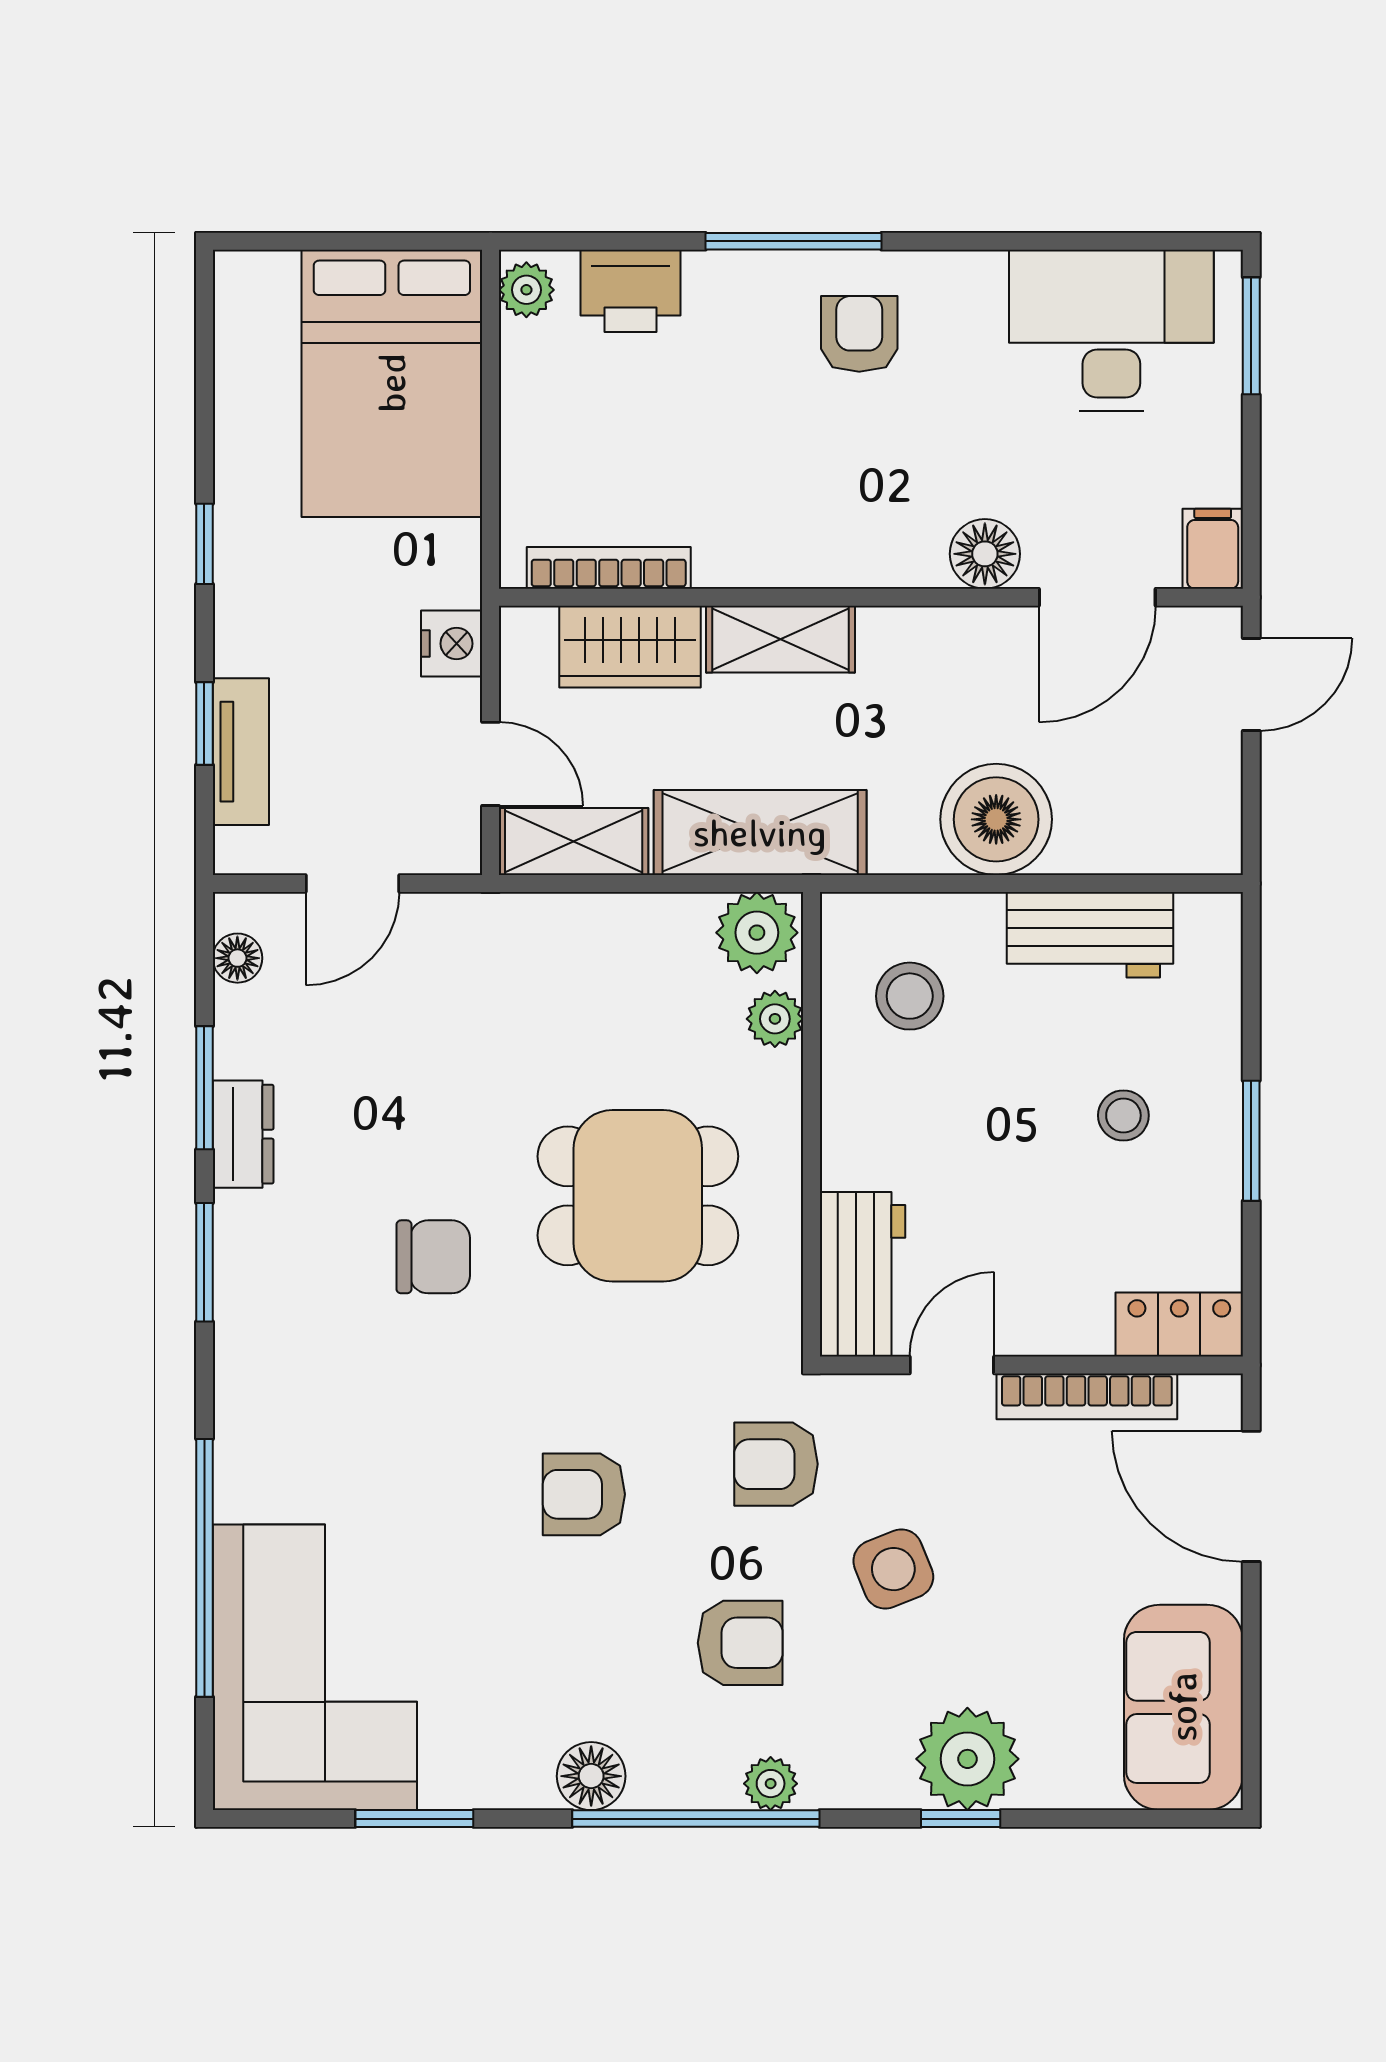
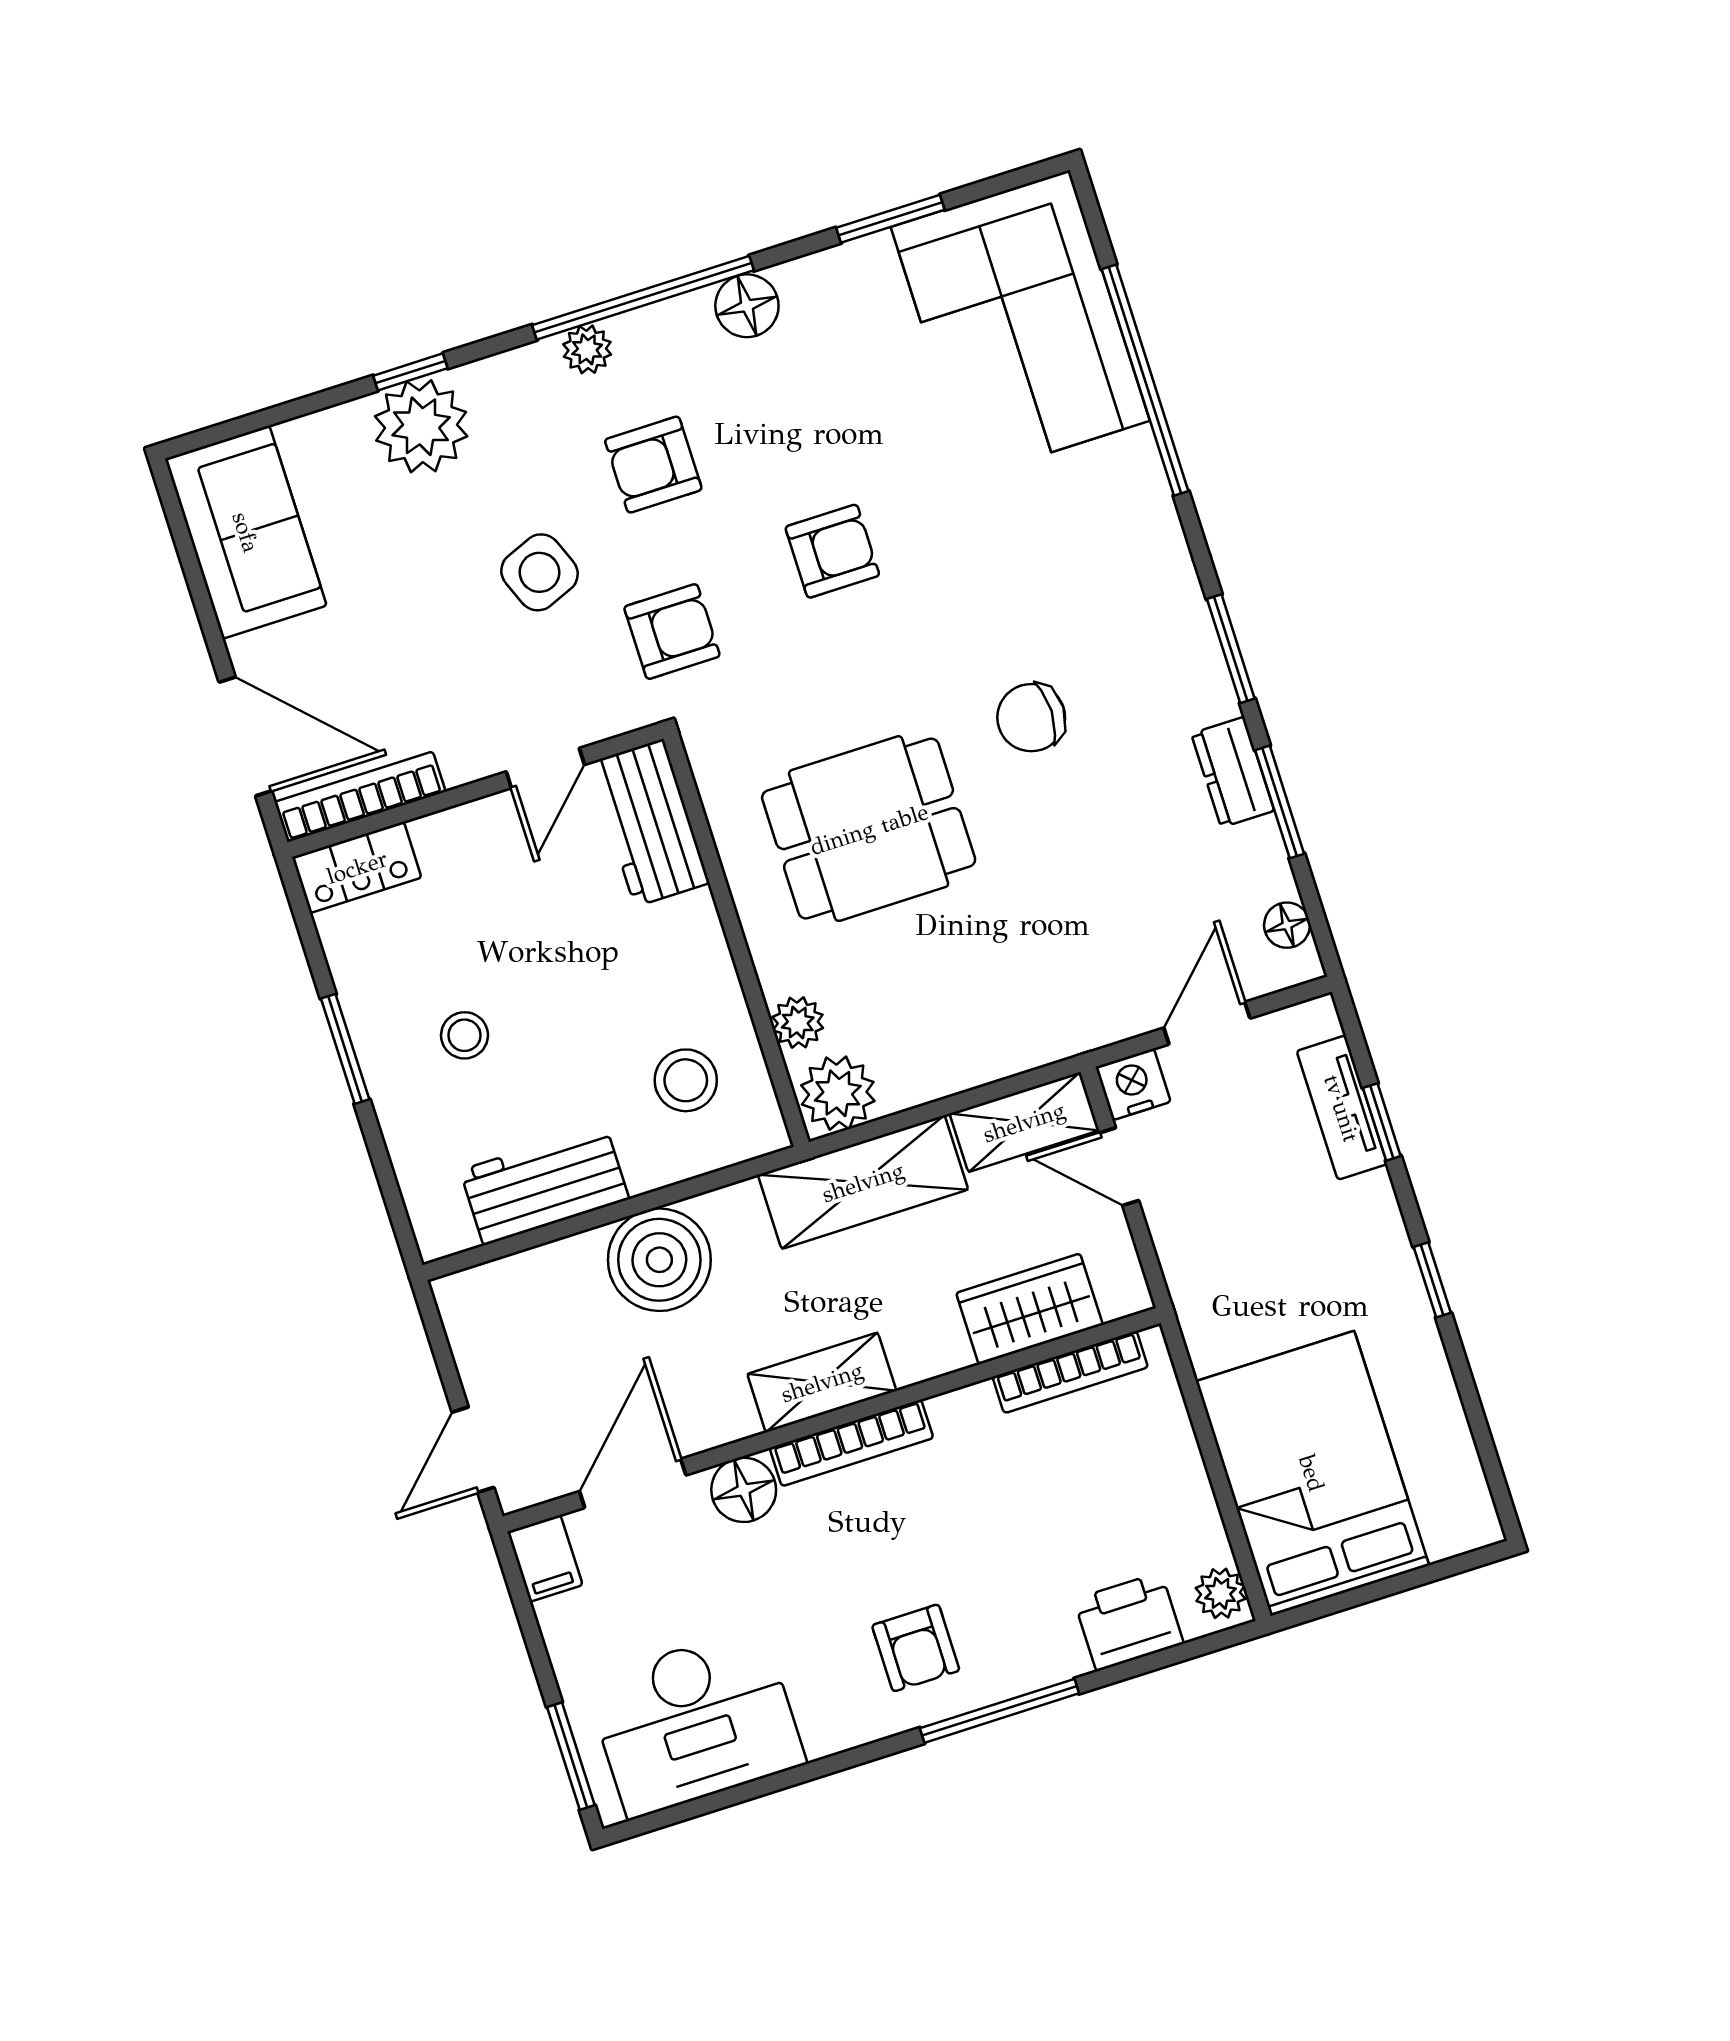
bookcase: (858, 567) -> (851, 1443), added
shelving: (781, 639) -> (822, 1382), moved
nightstand: (452, 644) -> (1133, 1084), moved, turned 90
bookcase: (1087, 1396) -> (360, 797), moved

